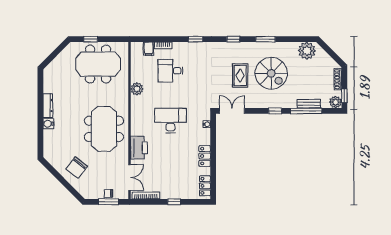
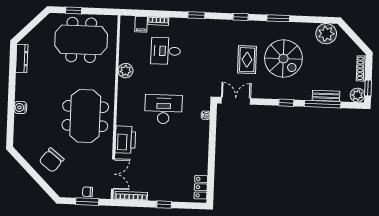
dresser: (48, 106) -> (22, 59), moved
locker: (205, 156) -> (202, 152), removed

